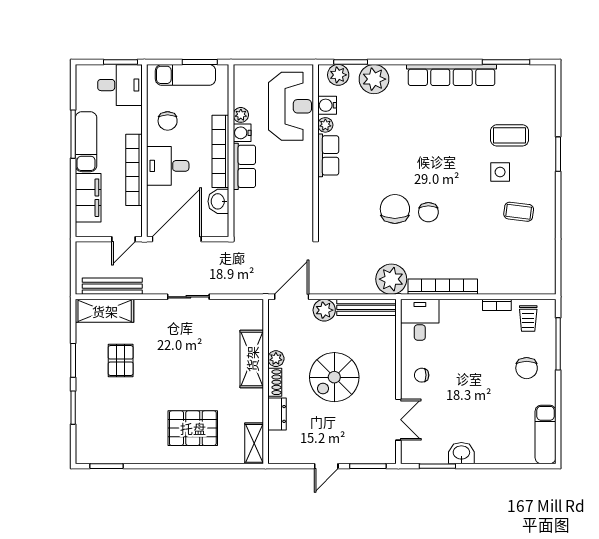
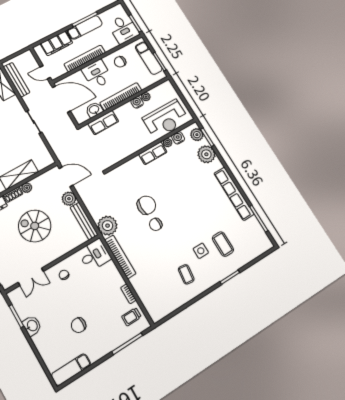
row of seats: (244, 166) -> (103, 123), moved
chair: (527, 368) -> (79, 325), moved

